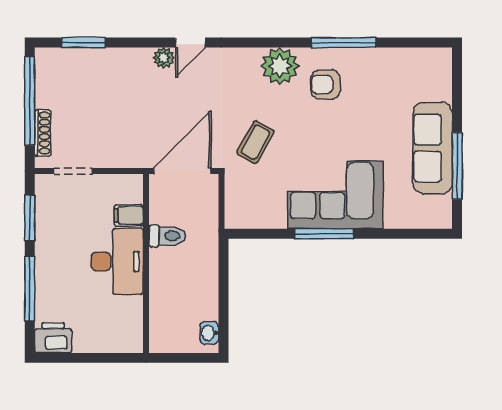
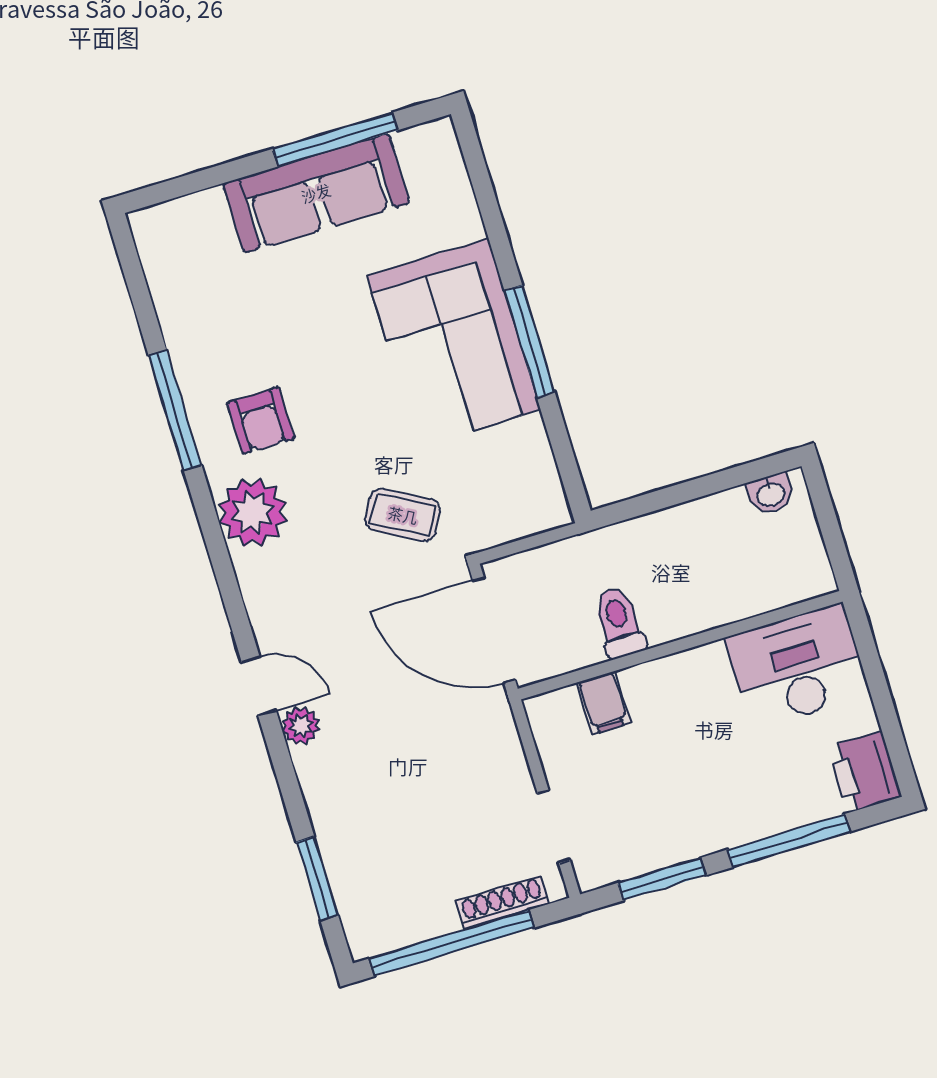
desk: (117, 261) -> (797, 666), moved

